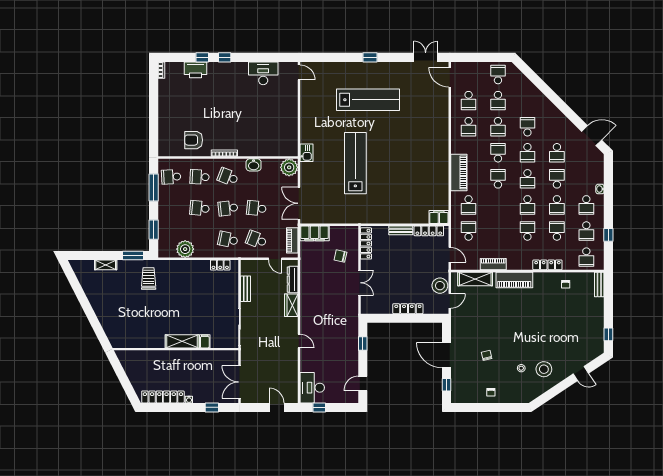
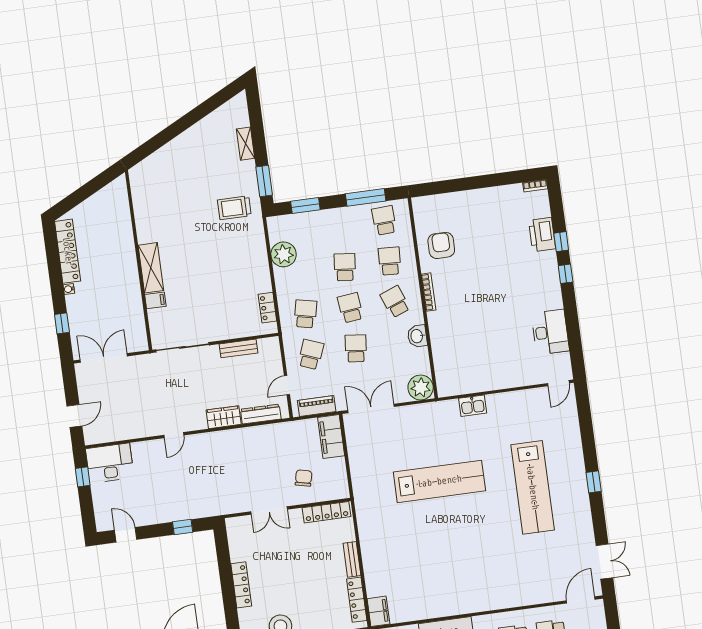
kitchen sink: (307, 153) -> (473, 406), moved
school desk: (228, 177) -> (395, 302), turned -42
trolley: (149, 279) -> (234, 208), turned 180

